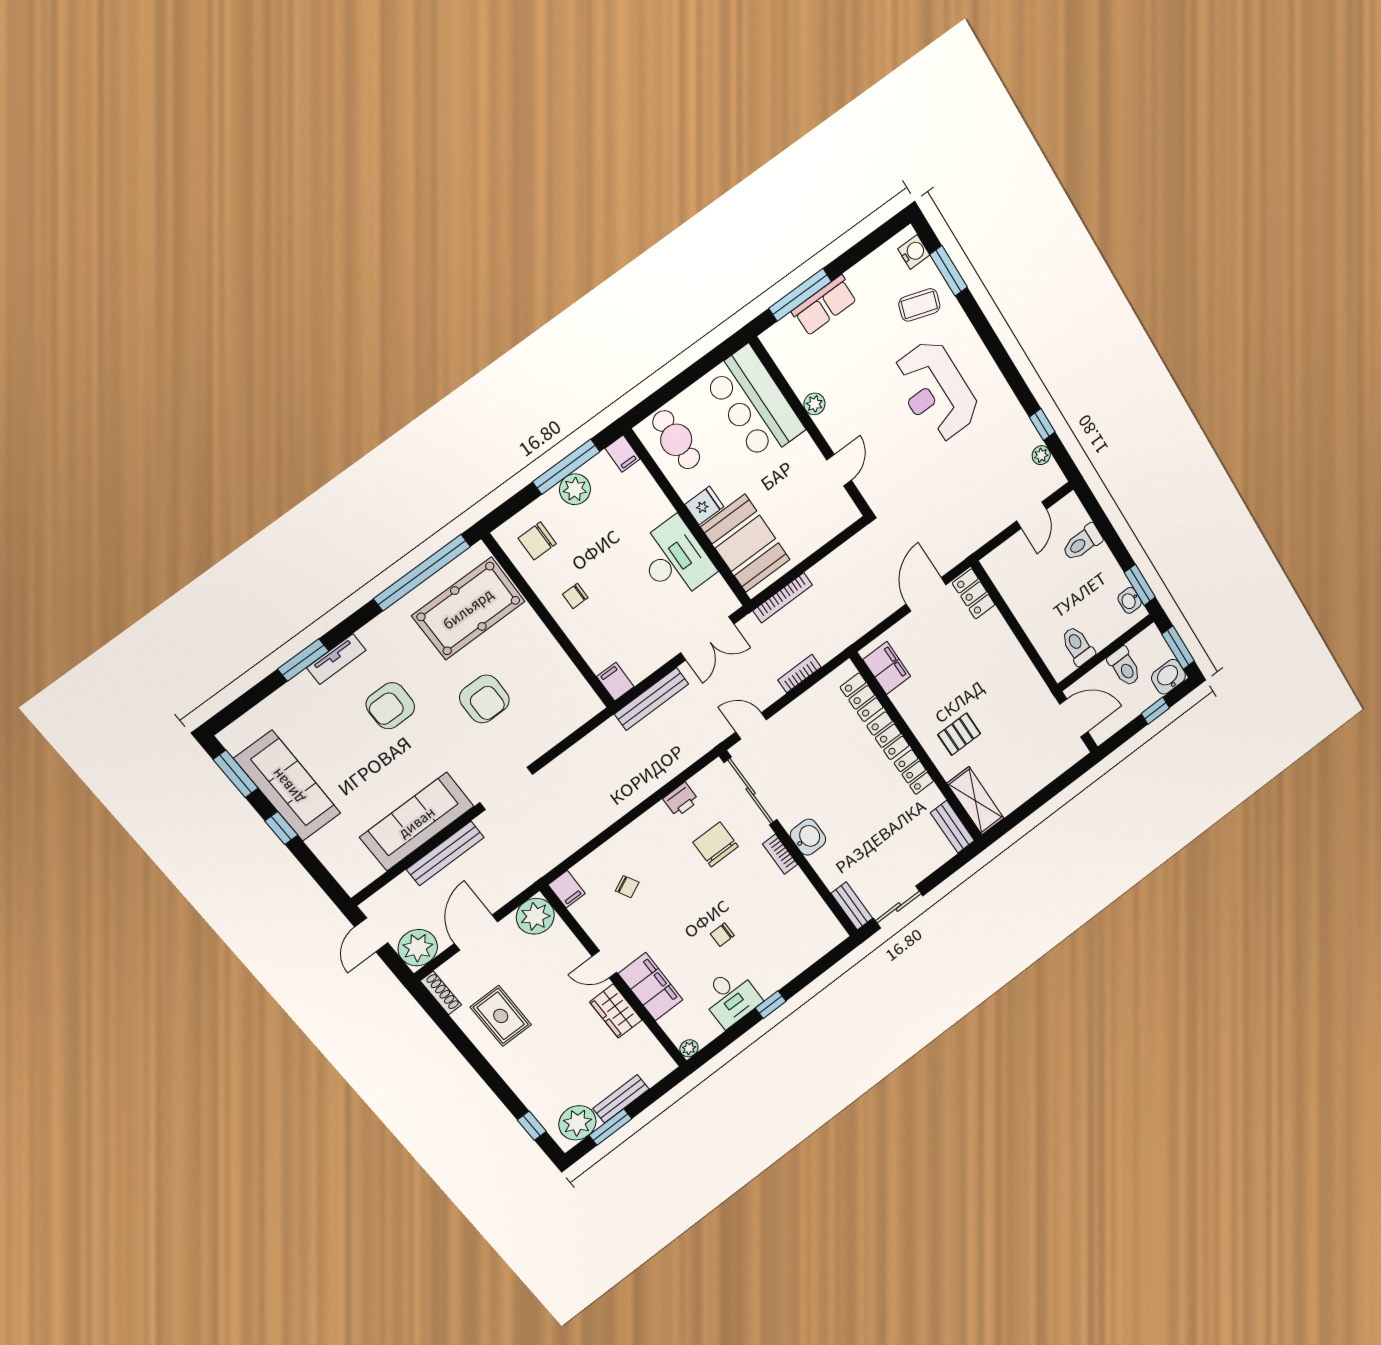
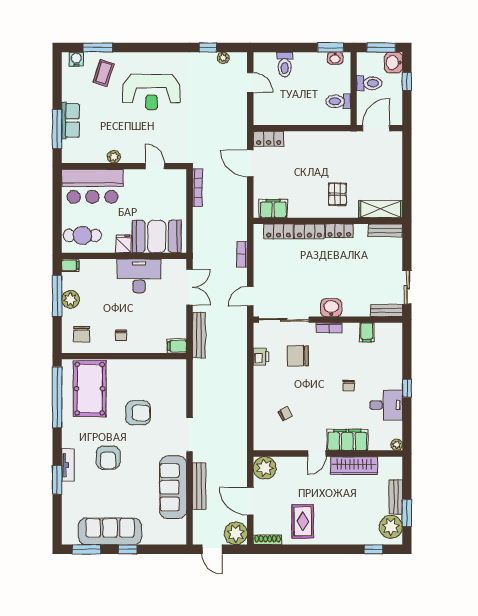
bookcase: (783, 598) -> (197, 188), moved
filing cabinet: (567, 889) -> (367, 332), moved, turned 90
wardrobe: (616, 1011) -> (354, 466), width x1.50
rug: (501, 1016) -> (303, 521), turned 90

